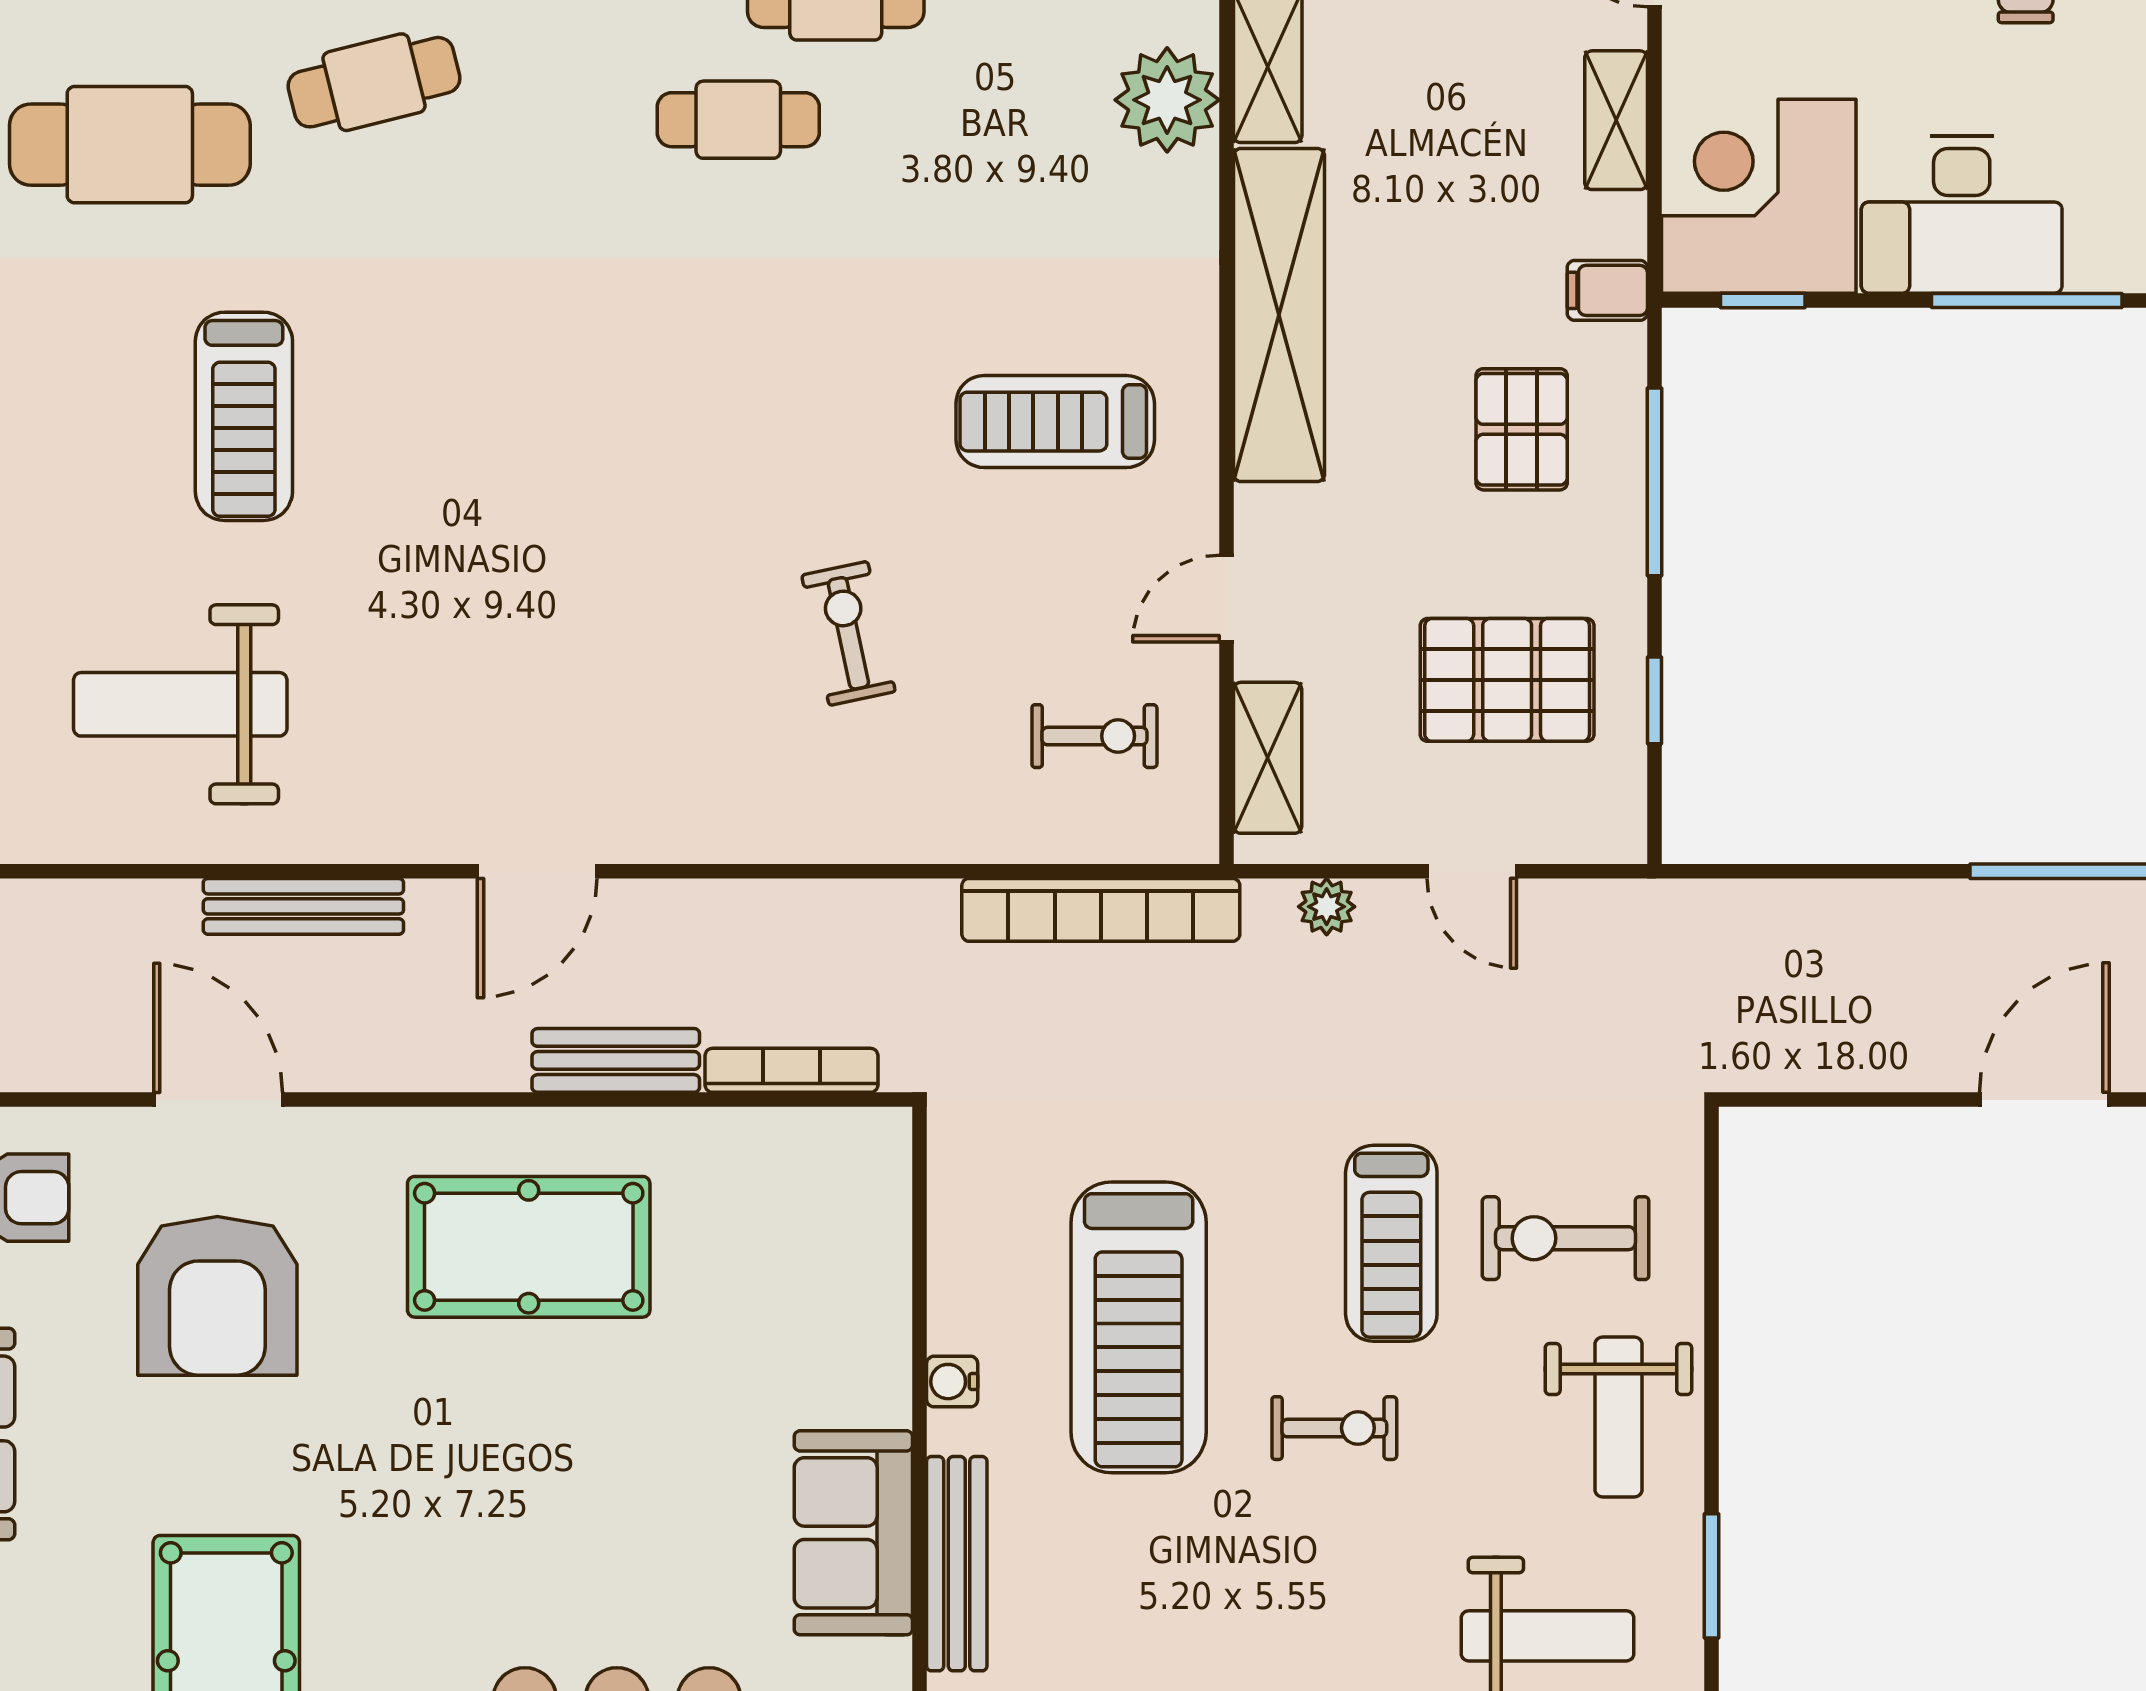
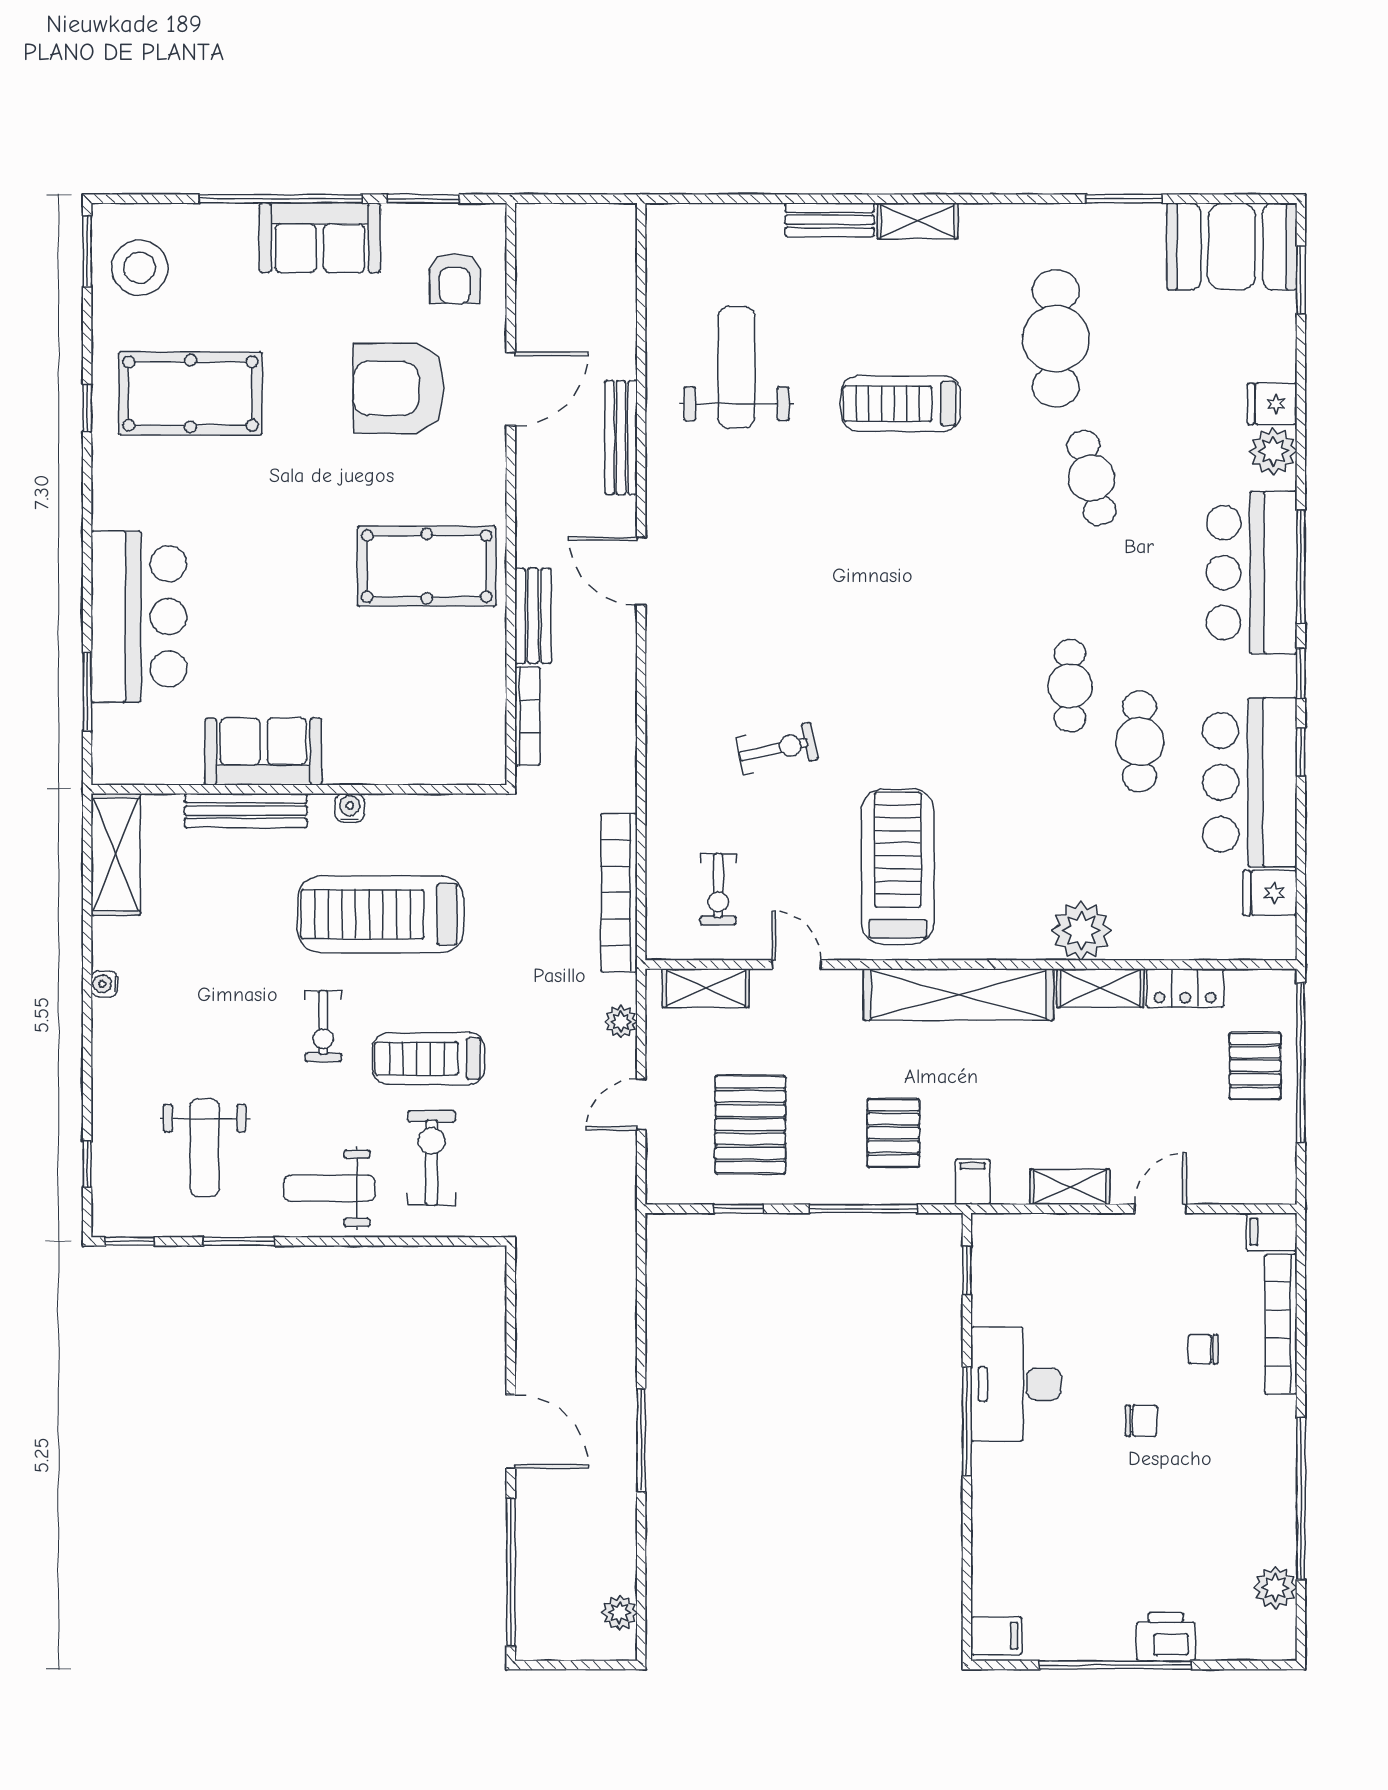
corner desk: (1759, 196) -> (1026, 1268), removed
treadmill: (1055, 422) -> (898, 867), width x1.37, depth x1.38
pallet: (1522, 429) -> (893, 1133), turned 90
pool table: (529, 1247) -> (427, 566), turned 90

